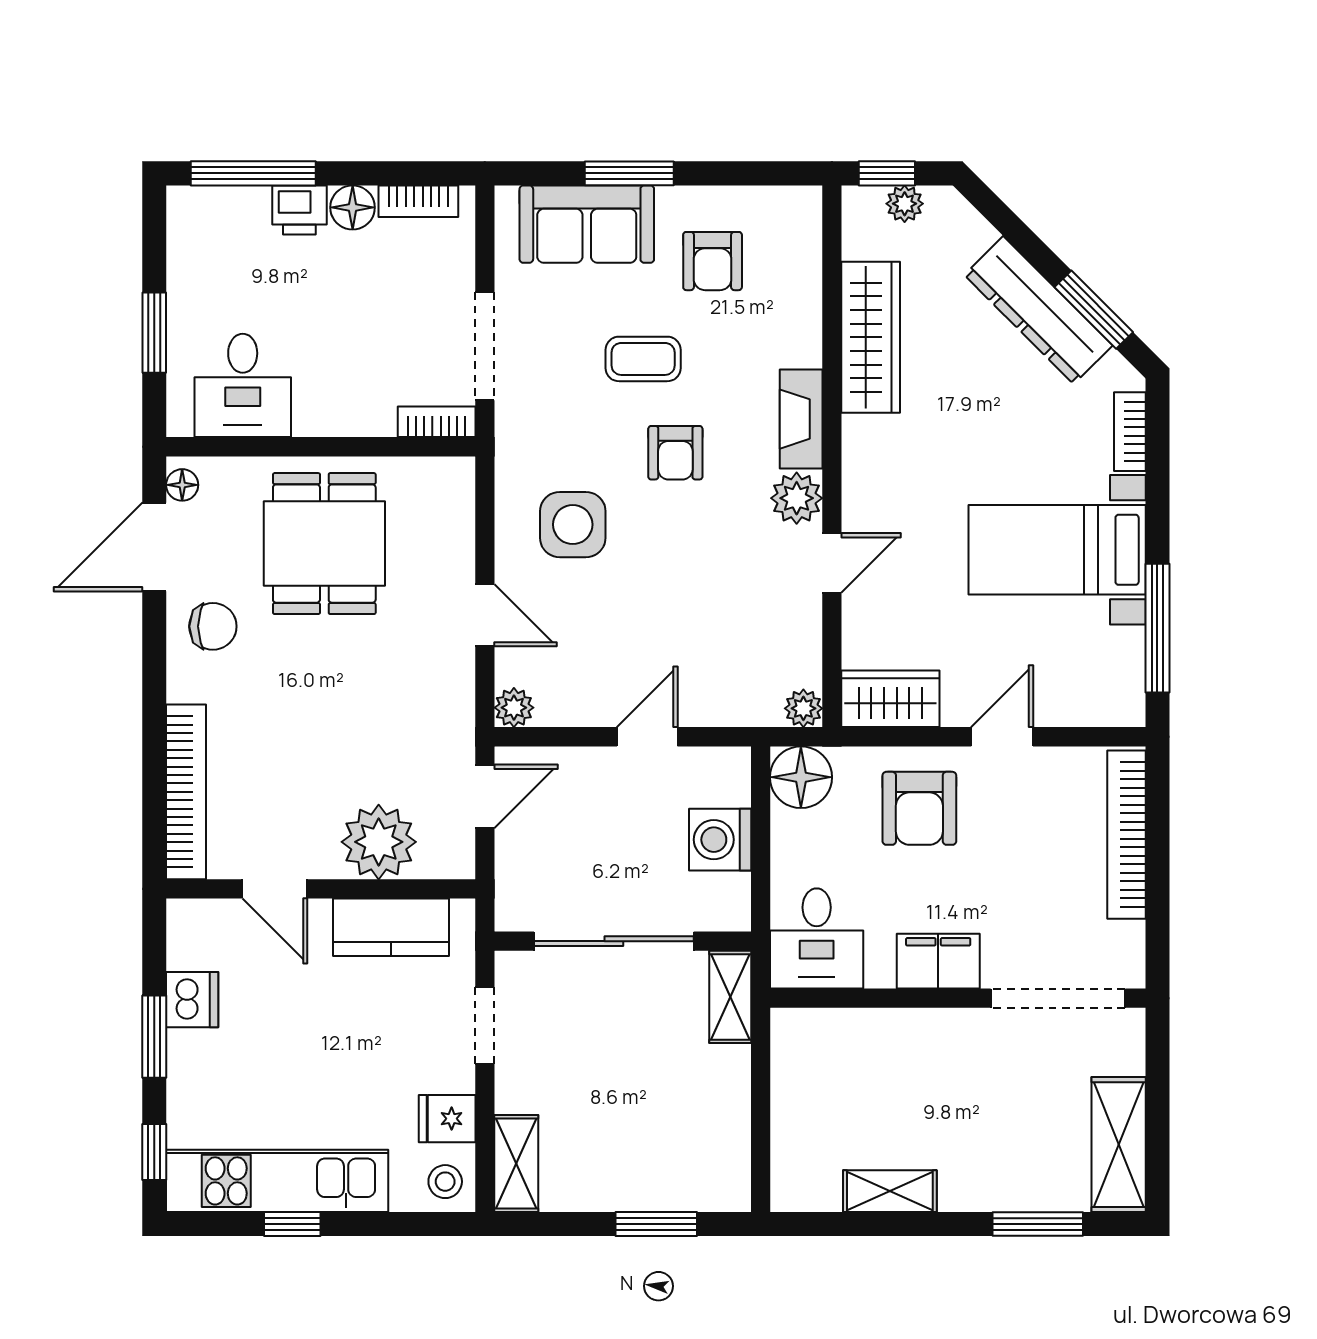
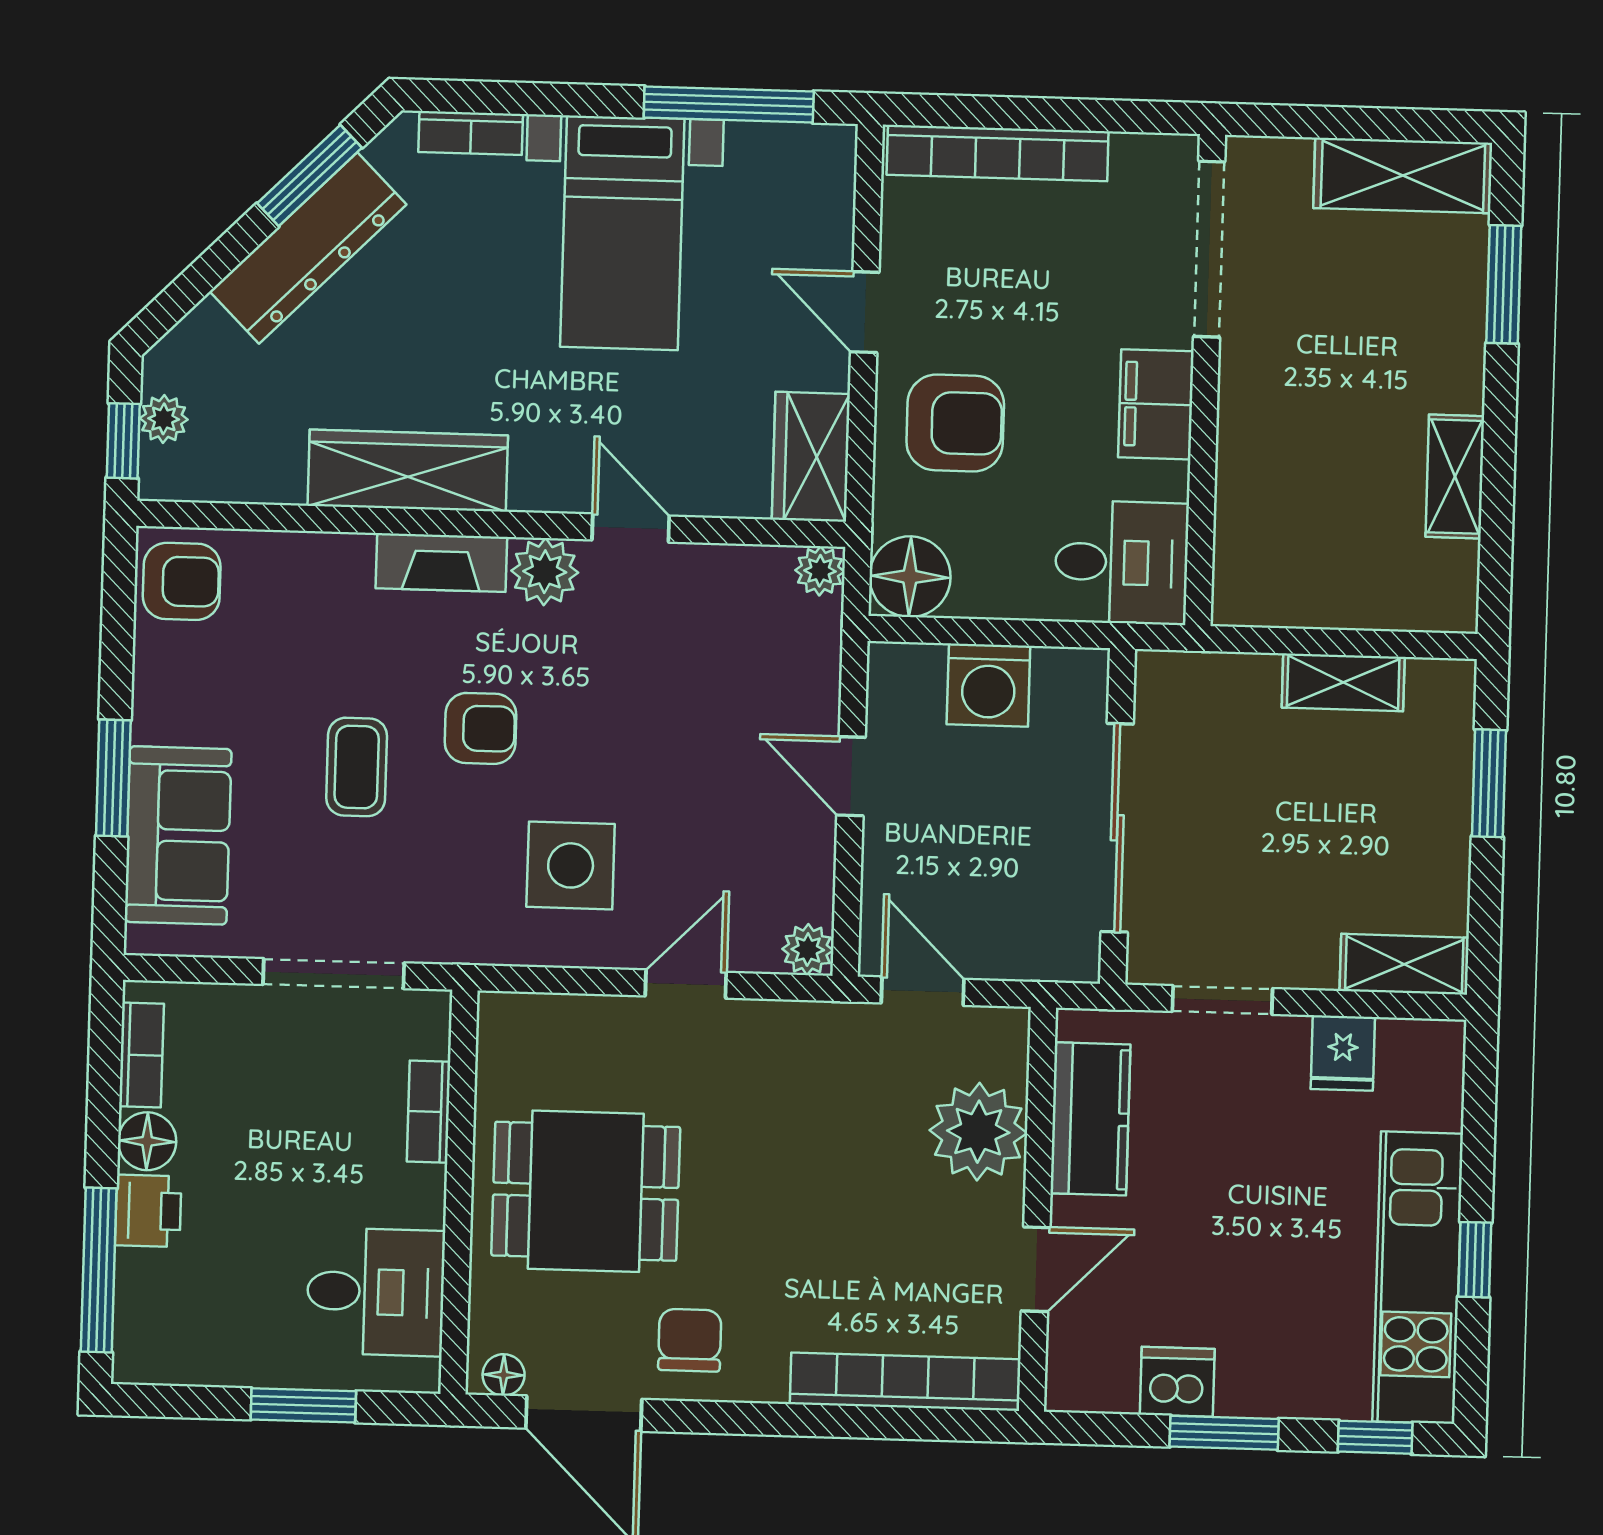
armchair: (713, 261) -> (182, 581), moved
wardrobe: (871, 337) -> (408, 471), moved
bookcase: (437, 422) -> (429, 1112), moved
shelving: (730, 997) -> (1343, 682), moved
stool: (445, 1182) -> (1425, 1058), removed

